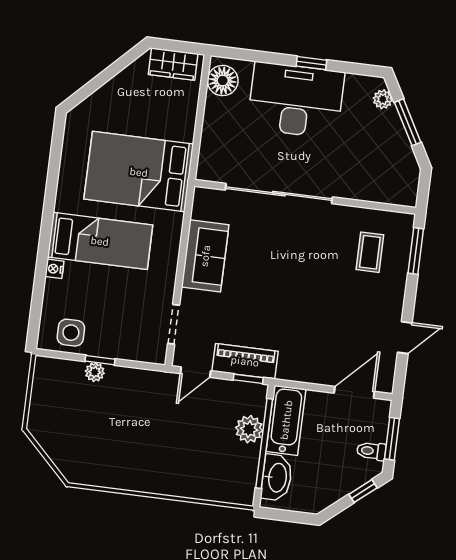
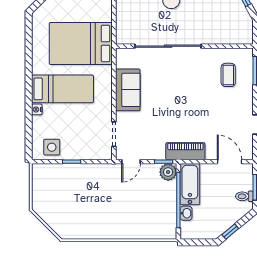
piano: (245, 361) -> (185, 151), moved
plant: (95, 372) -> (69, 169), removed
door: (354, 392) -> (230, 162), hinge flipped
plant: (249, 429) -> (168, 172), moved
washbasin: (277, 478) -> (186, 213), width x0.52, depth x0.69
window: (363, 491) -> (230, 232), moved

